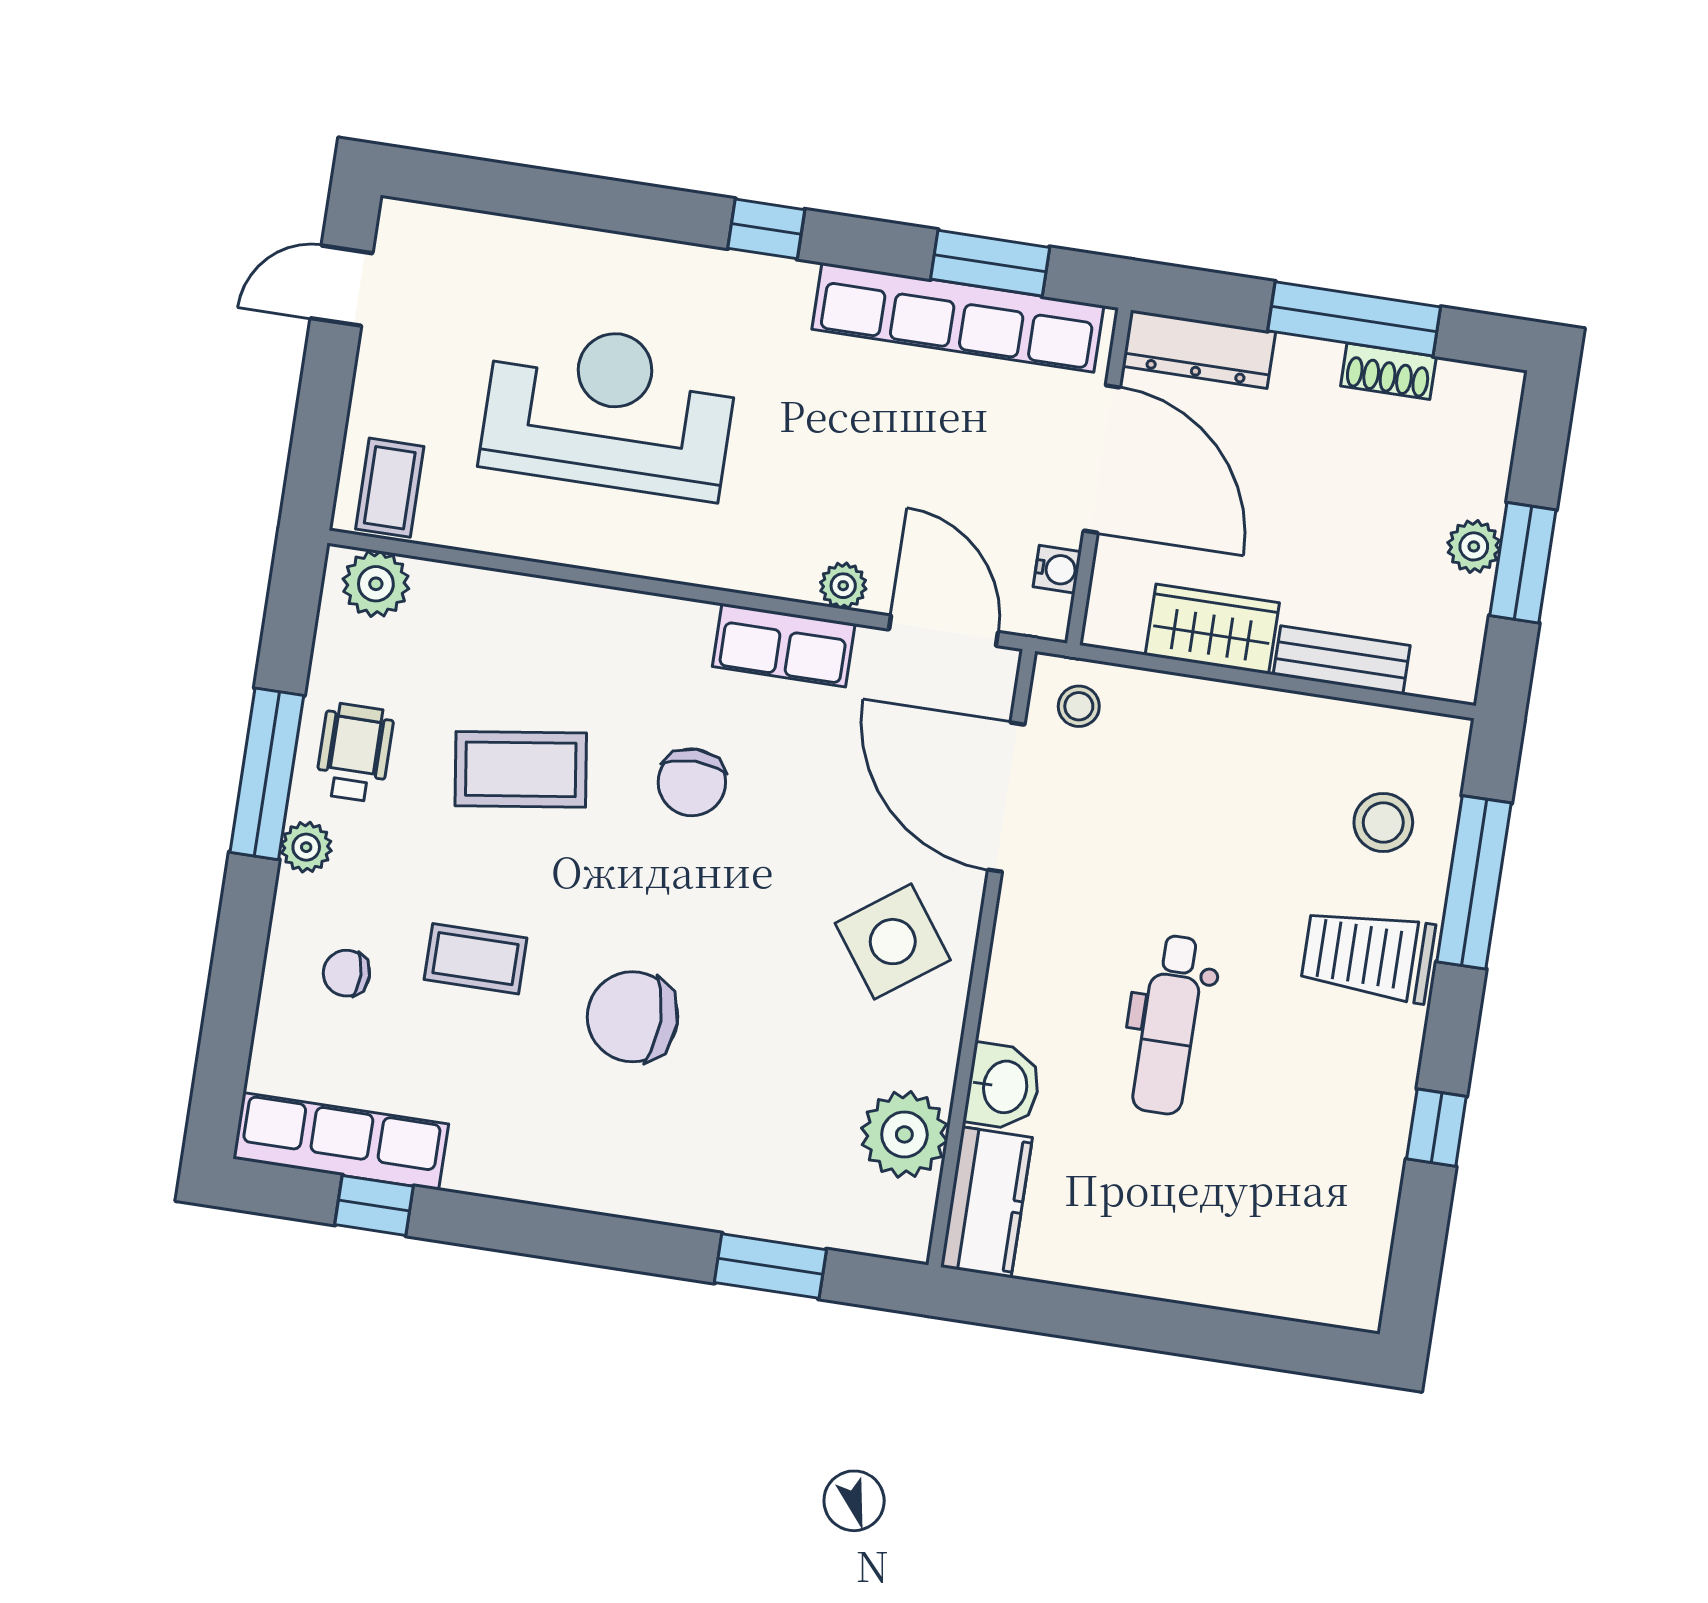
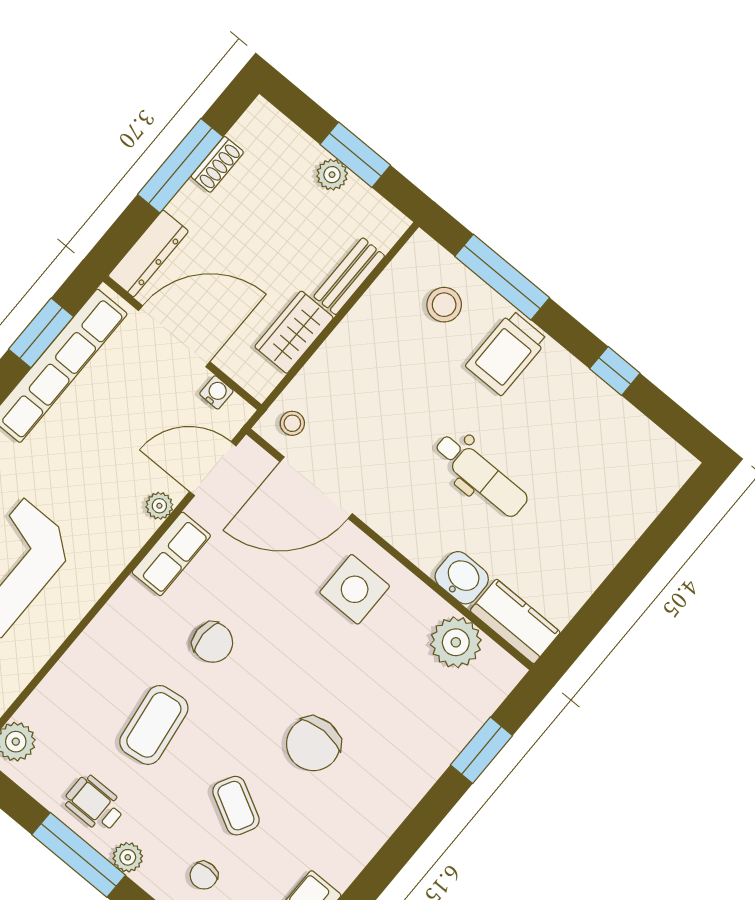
side table: (893, 942) -> (355, 589), turned 36
coffee table: (476, 959) -> (236, 806), turned -62

